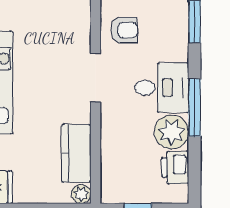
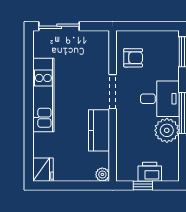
kitchen counter: (76, 153) -> (99, 130), moved
printer: (175, 167) -> (150, 172), moved, turned 90

